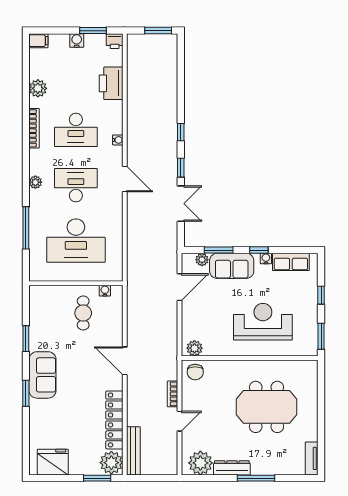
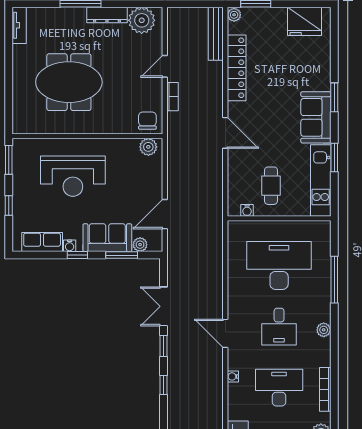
desk: (76, 185) -> (279, 327), width x0.73
kitchen unit: (38, 318) -> (321, 180), added
plant: (111, 463) -> (234, 15), width x0.53, depth x0.53

